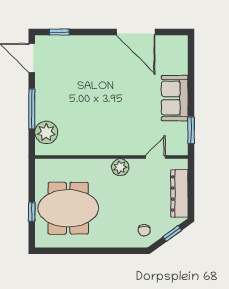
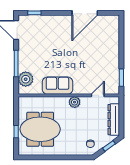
door: (136, 32) -> (85, 13), hinge flipped
sofa: (175, 98) -> (57, 86), moved, turned 90

